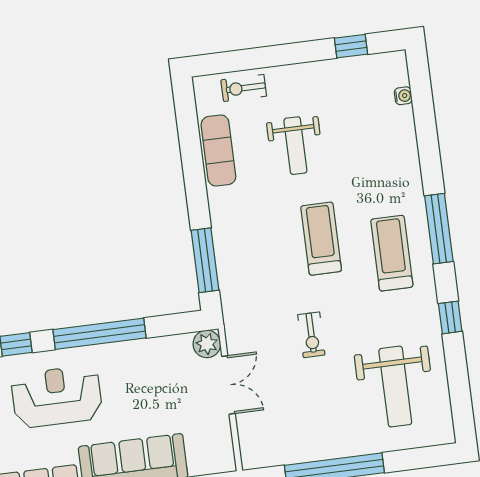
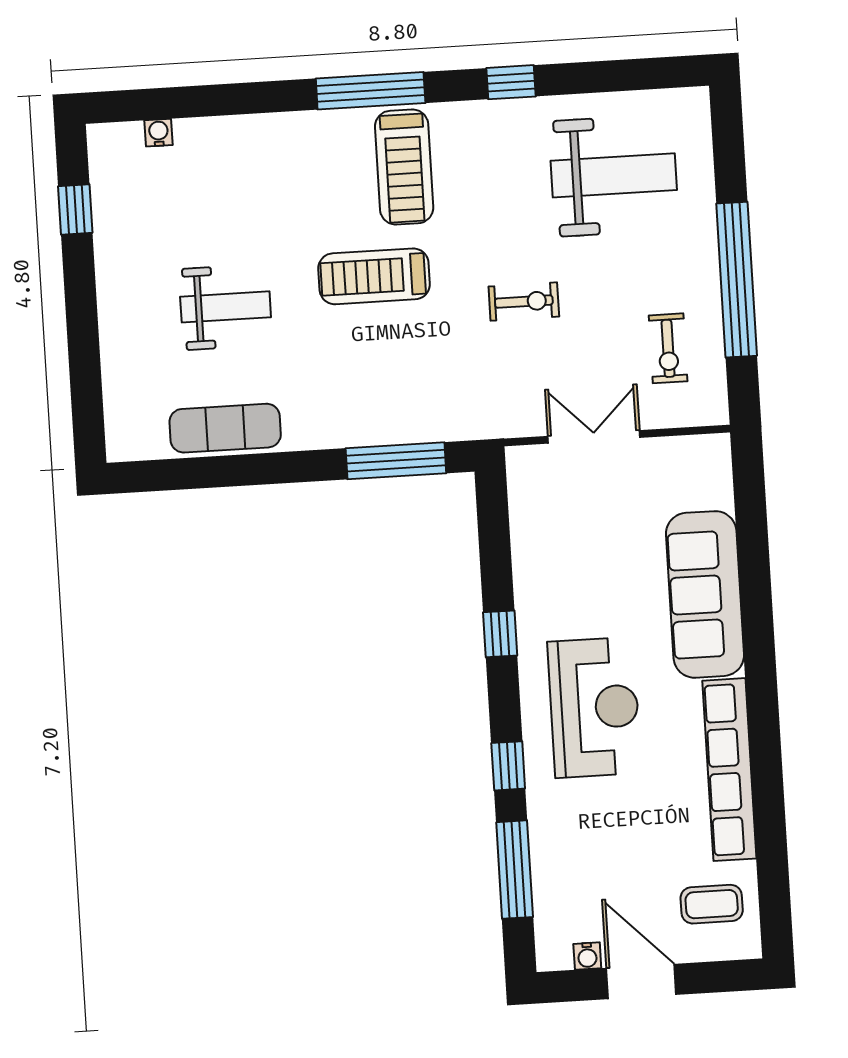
exercise bike: (244, 88) -> (668, 348), moved
treadmill: (392, 253) -> (404, 167), turned -90
window: (99, 334) -> (500, 634), width x0.32
plant: (207, 344) -> (527, 467), removed
reception desk: (57, 397) -> (594, 707), turned 180

